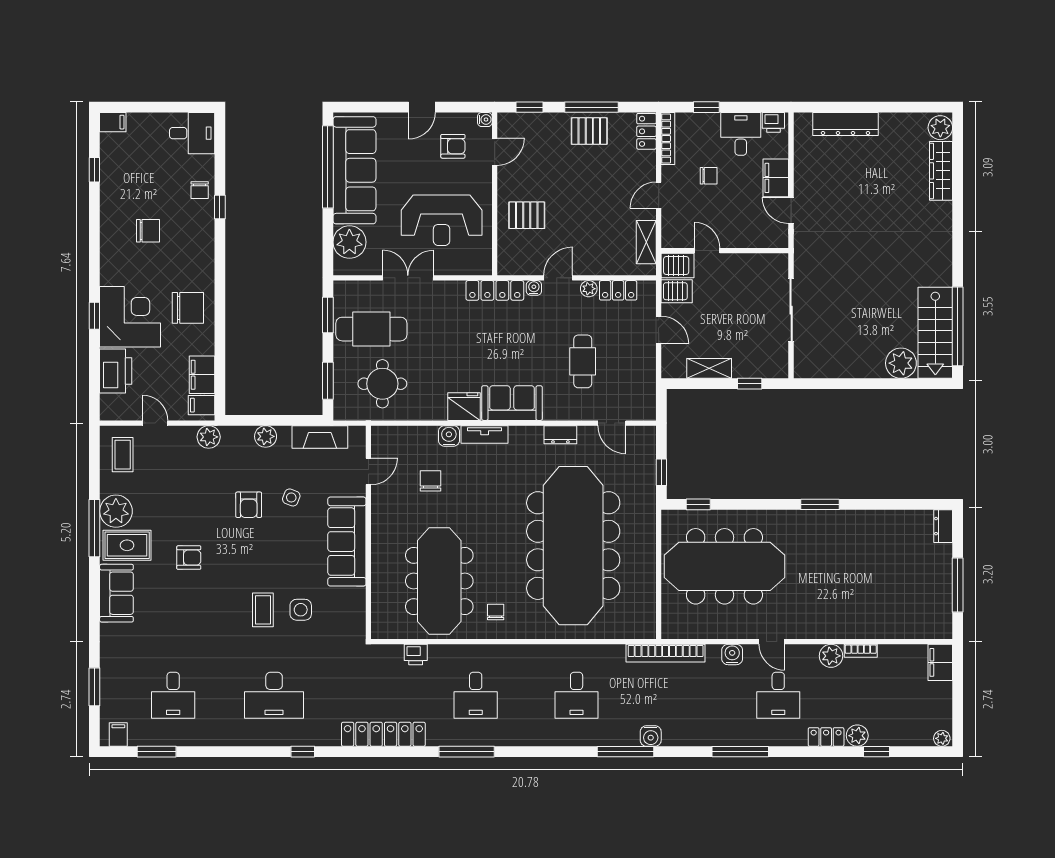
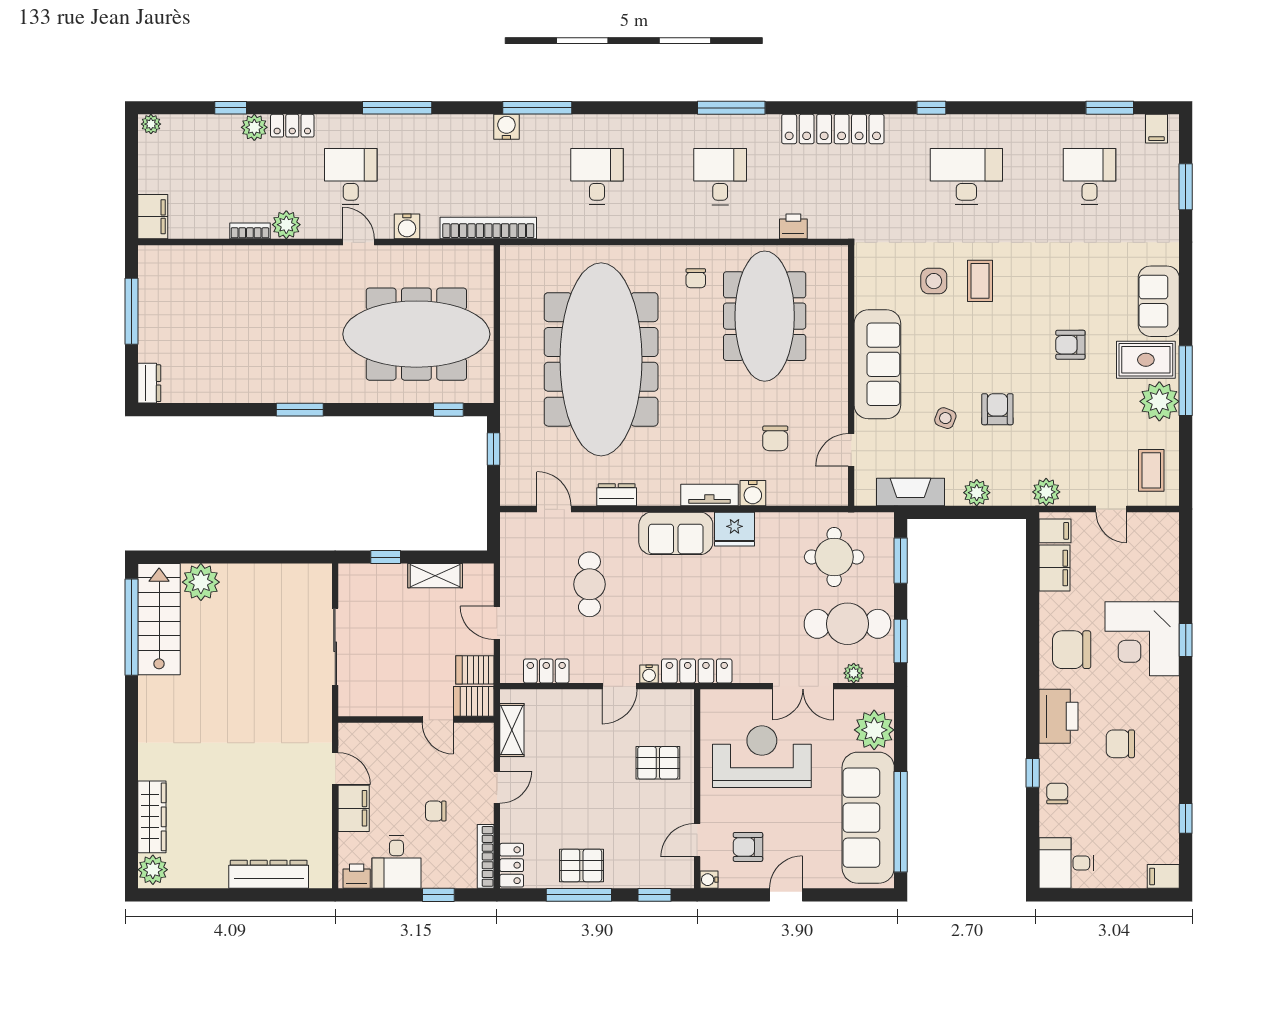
plant: (589, 289) -> (854, 673), moved
printer: (116, 371) -> (1059, 716), moved, turned 180

